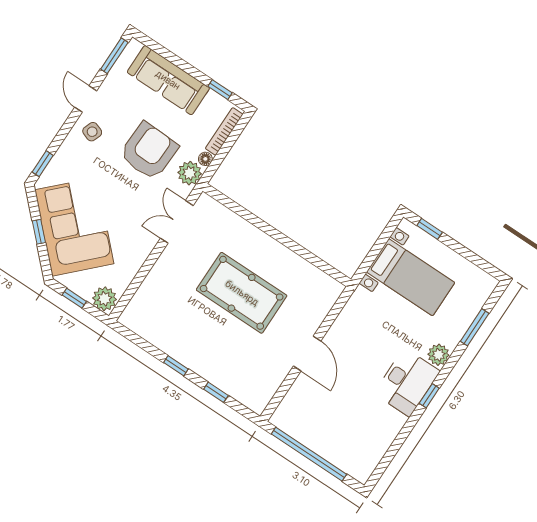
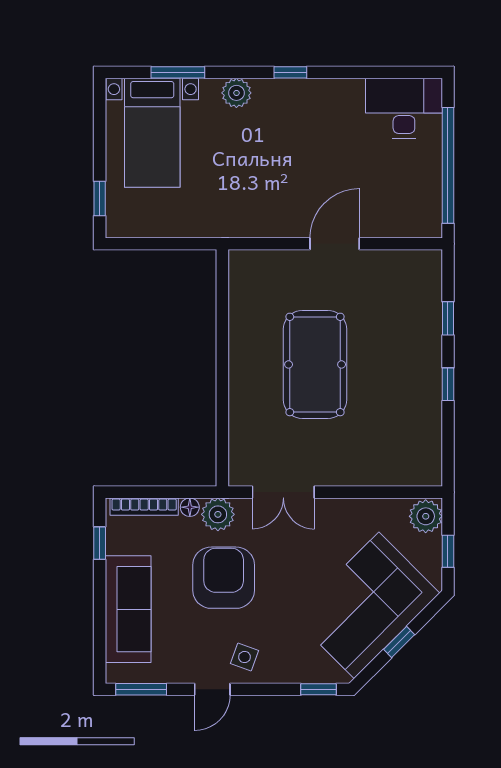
armchair: (149, 151) -> (224, 578), turned 88
bed with nightstands: (411, 277) -> (152, 133), moved, turned 180
desk: (407, 382) -> (404, 108), moved

